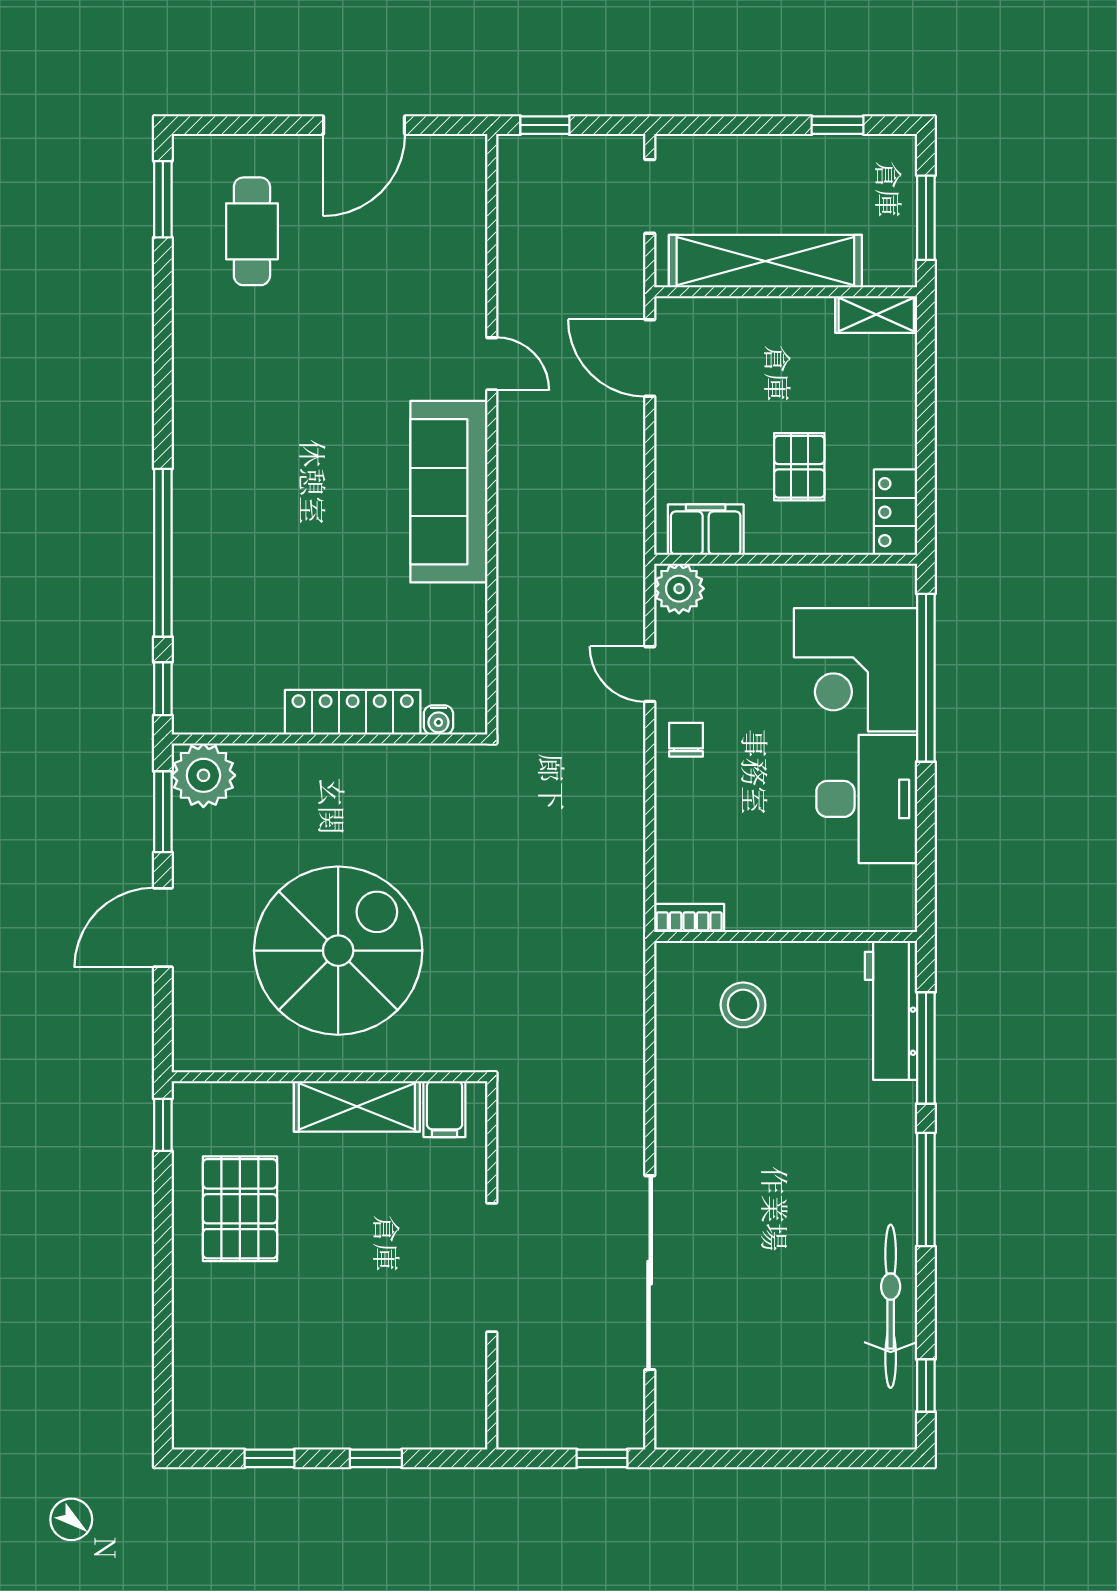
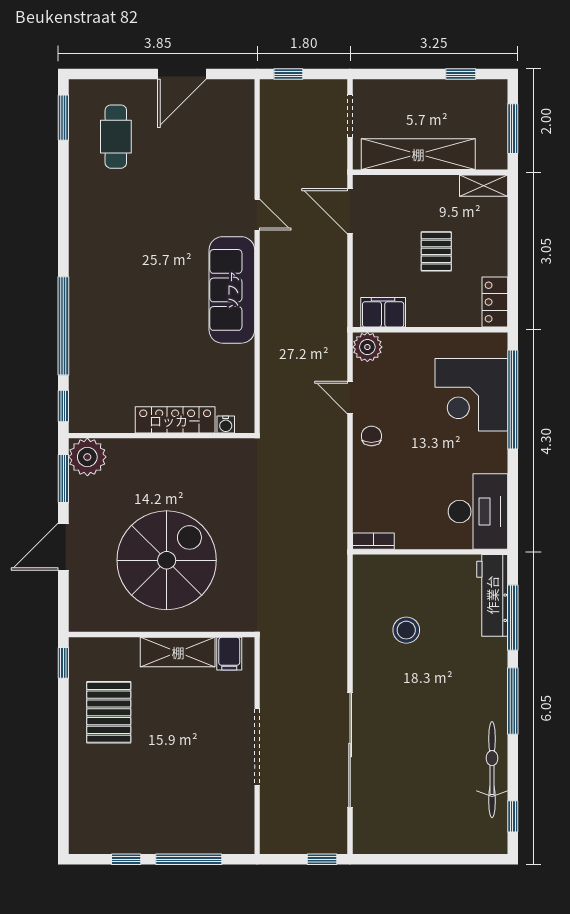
pallet: (799, 467) -> (436, 251), moved
desk: (867, 799) -> (478, 512), moved
stool: (743, 1005) -> (406, 630), moved
window: (376, 1458) -> (189, 859), width x2.17

